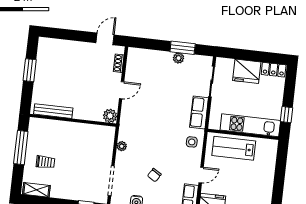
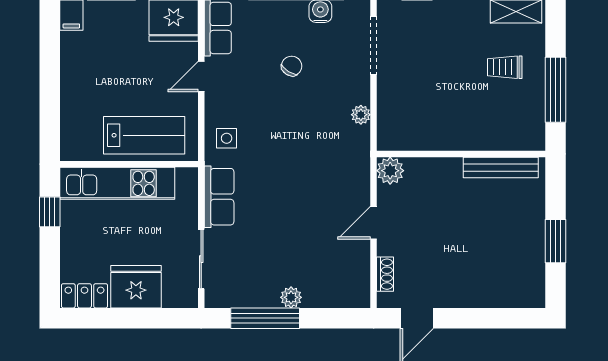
window: (183, 48) -> (265, 318), width x1.44
plant: (178, 58) -> (291, 297), moved

